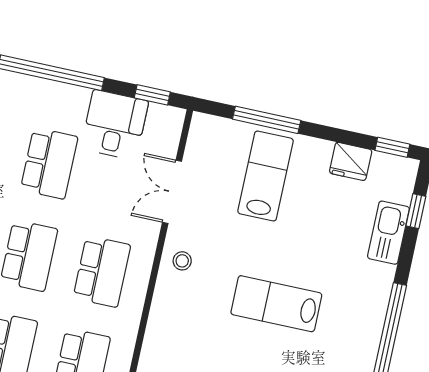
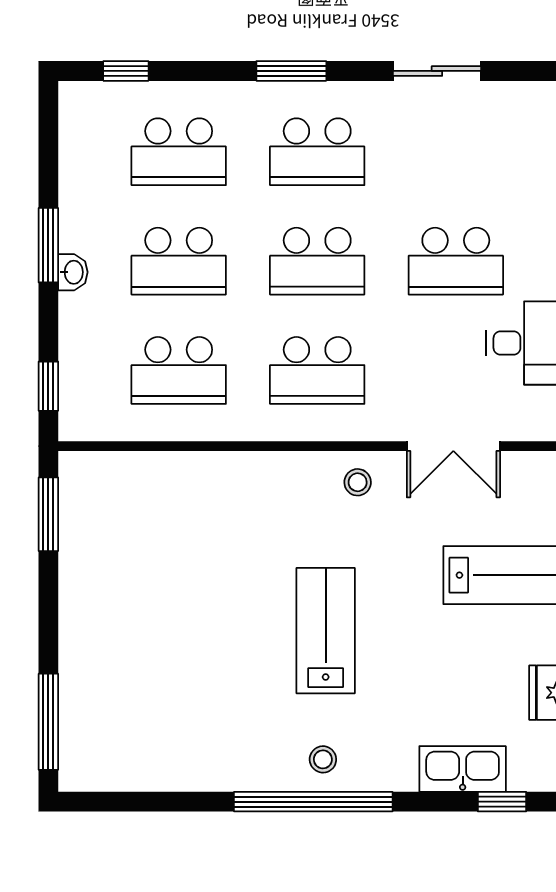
double door: (172, 192) -> (453, 446), swing flipped
stool: (362, 324) -> (323, 759), added

